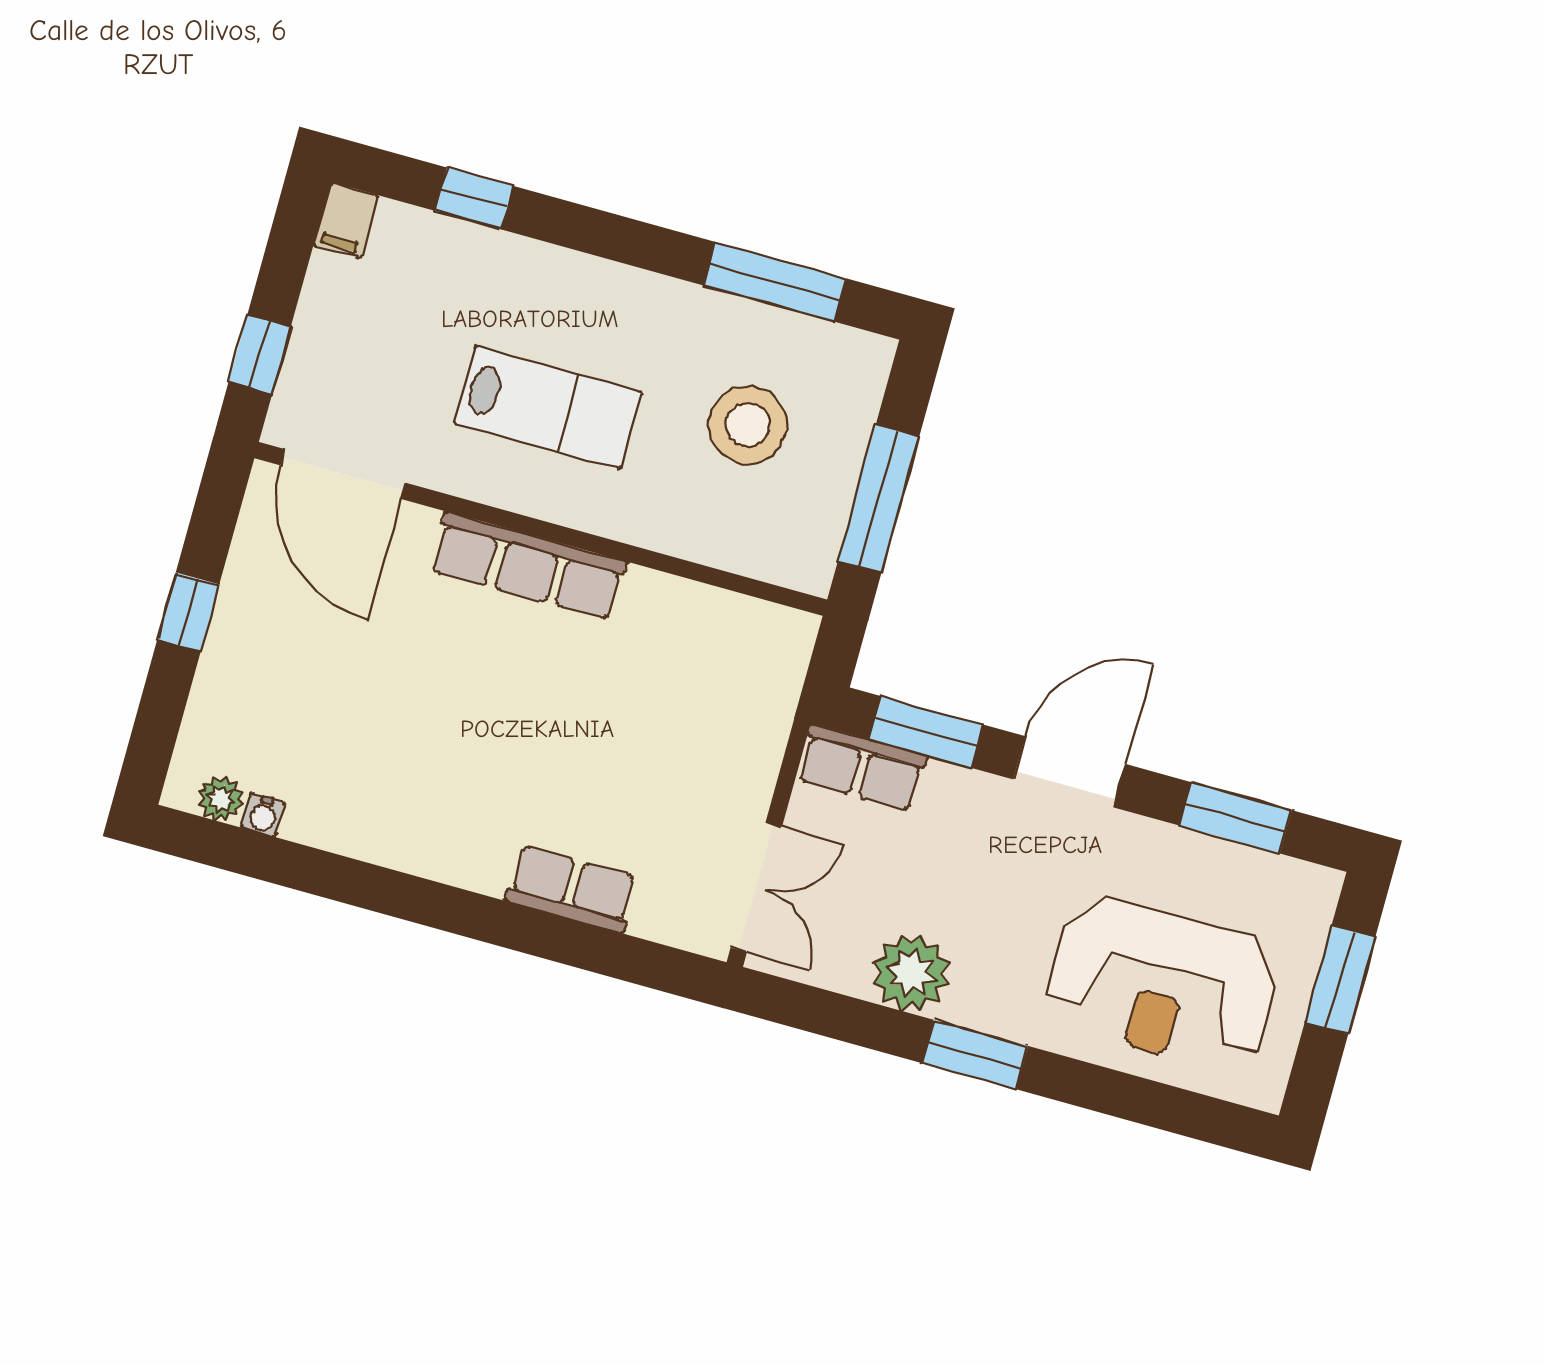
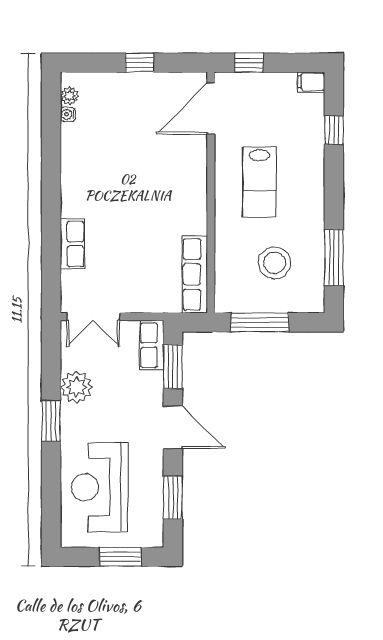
row of seats: (528, 566) -> (195, 274), moved

